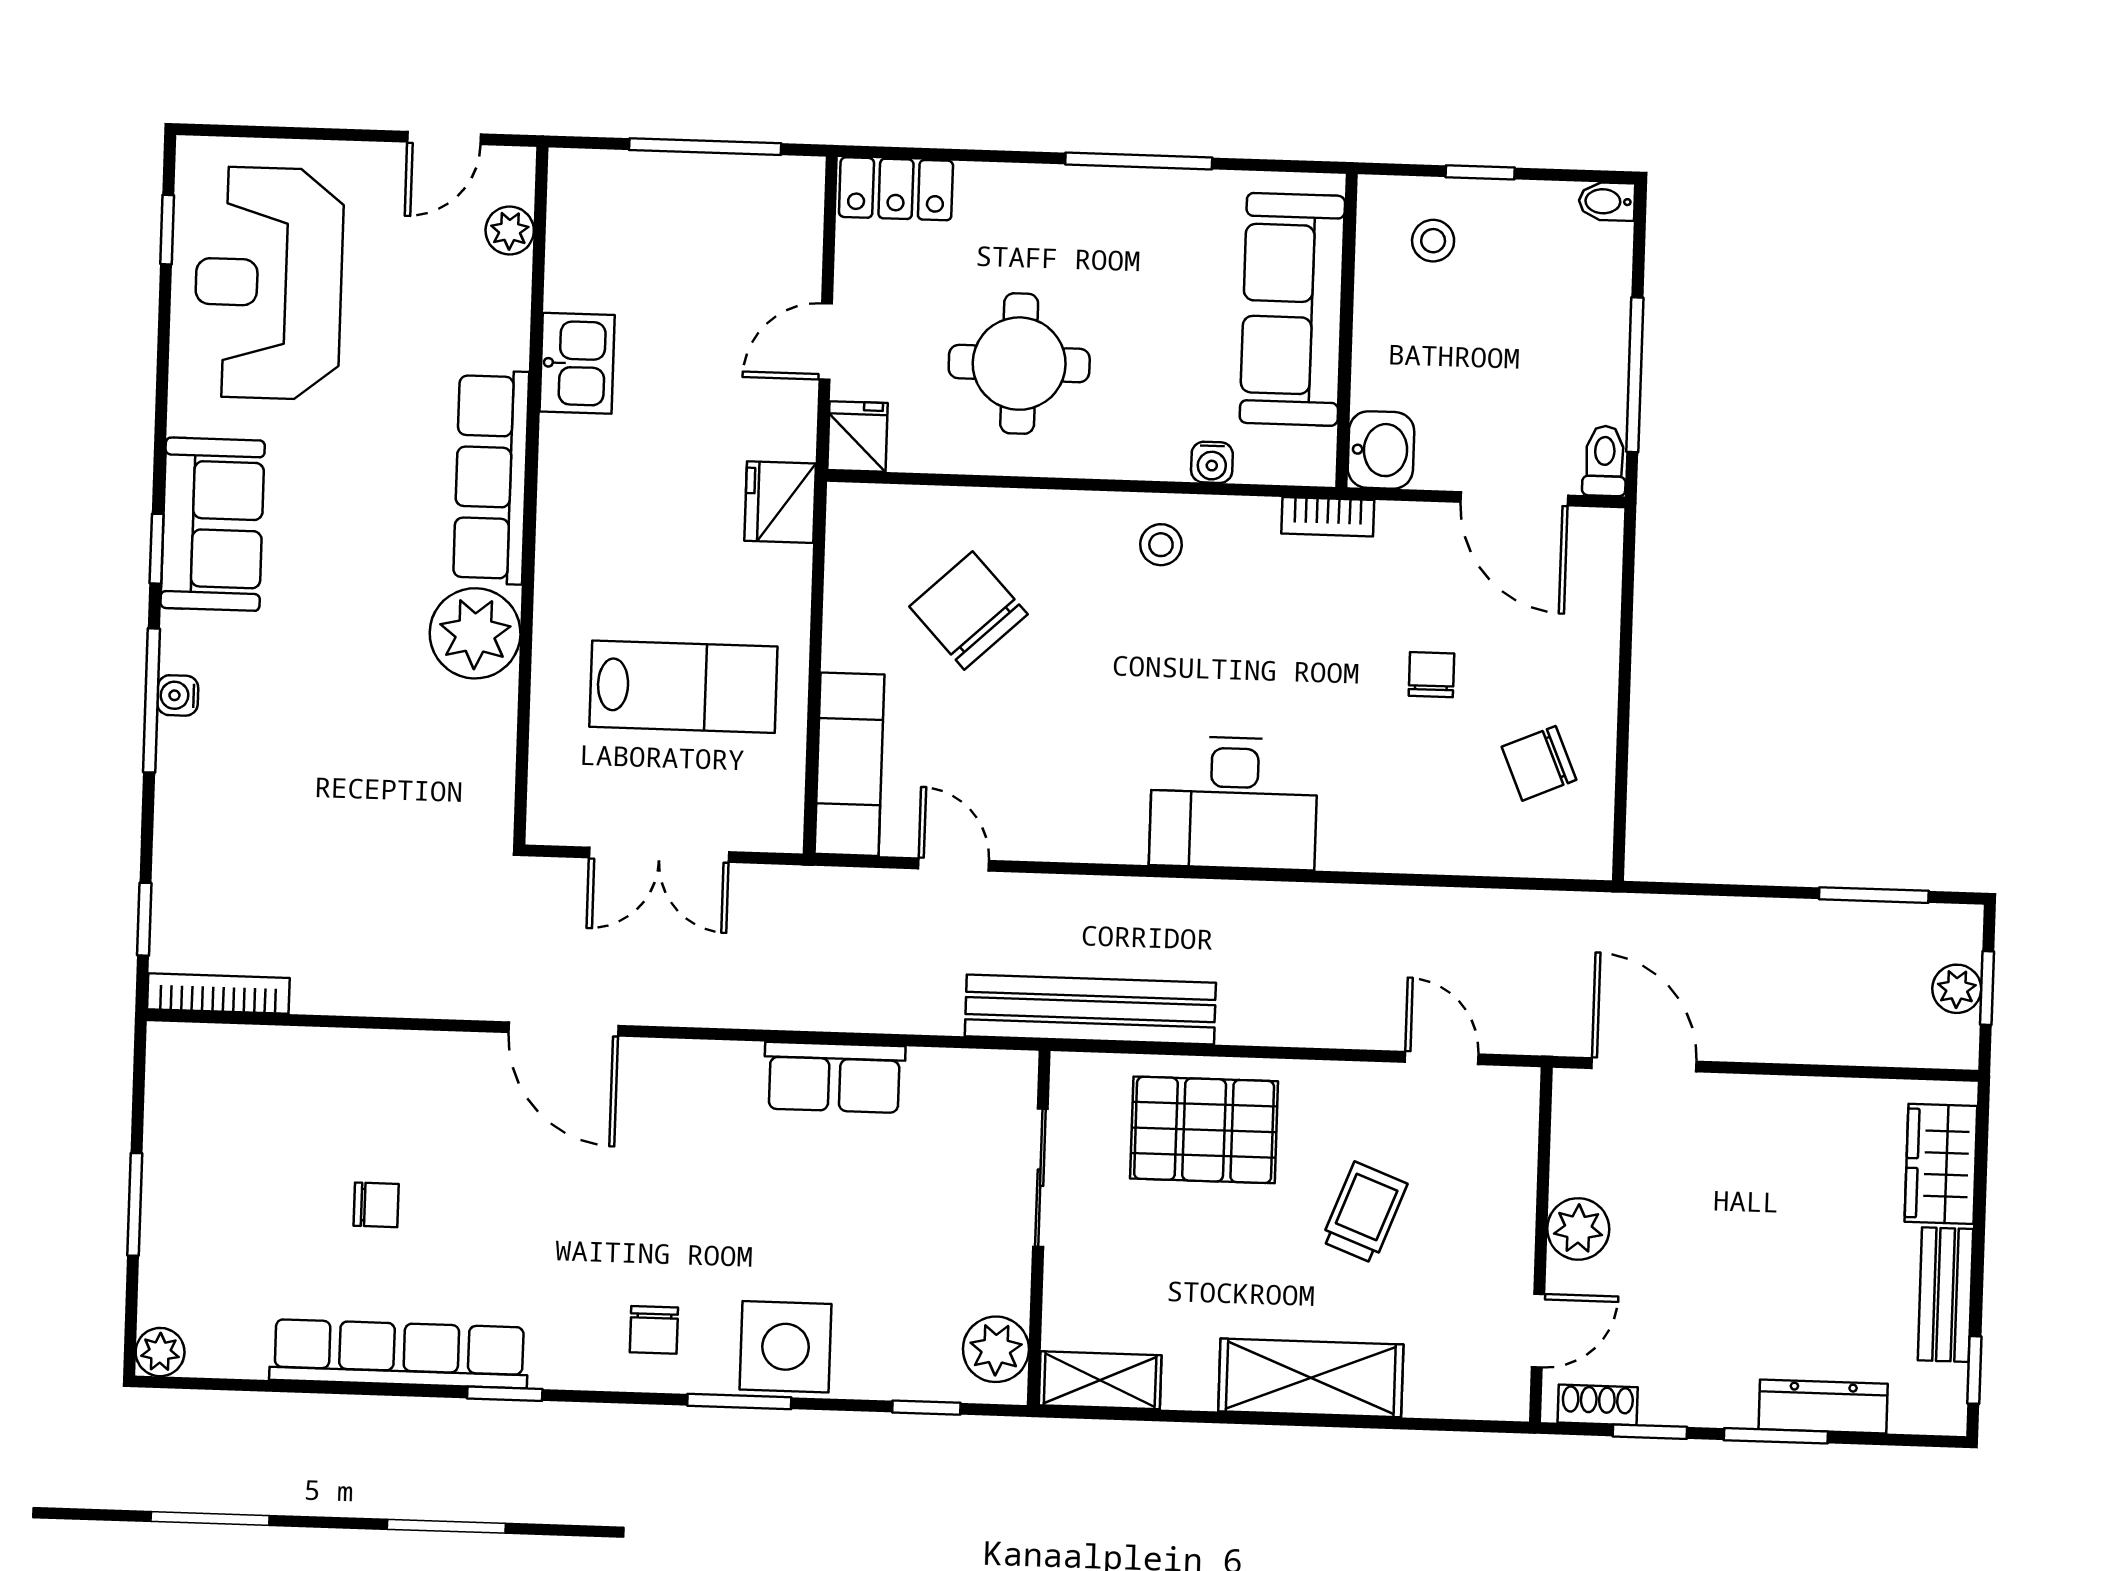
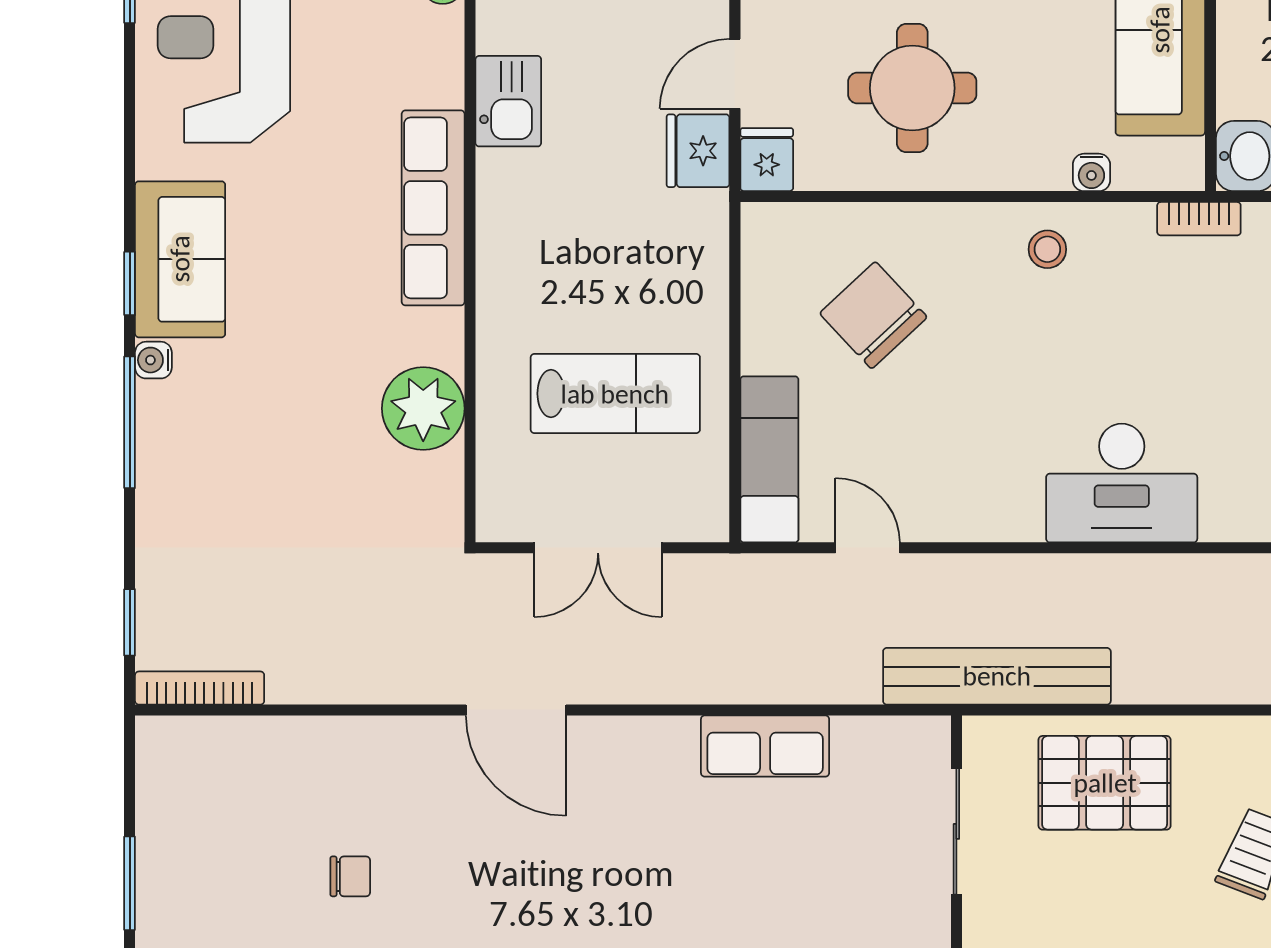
fridge: (780, 502) -> (698, 151), moved
plant: (475, 633) -> (423, 408), moved
water cooler: (178, 695) -> (153, 360), moved

